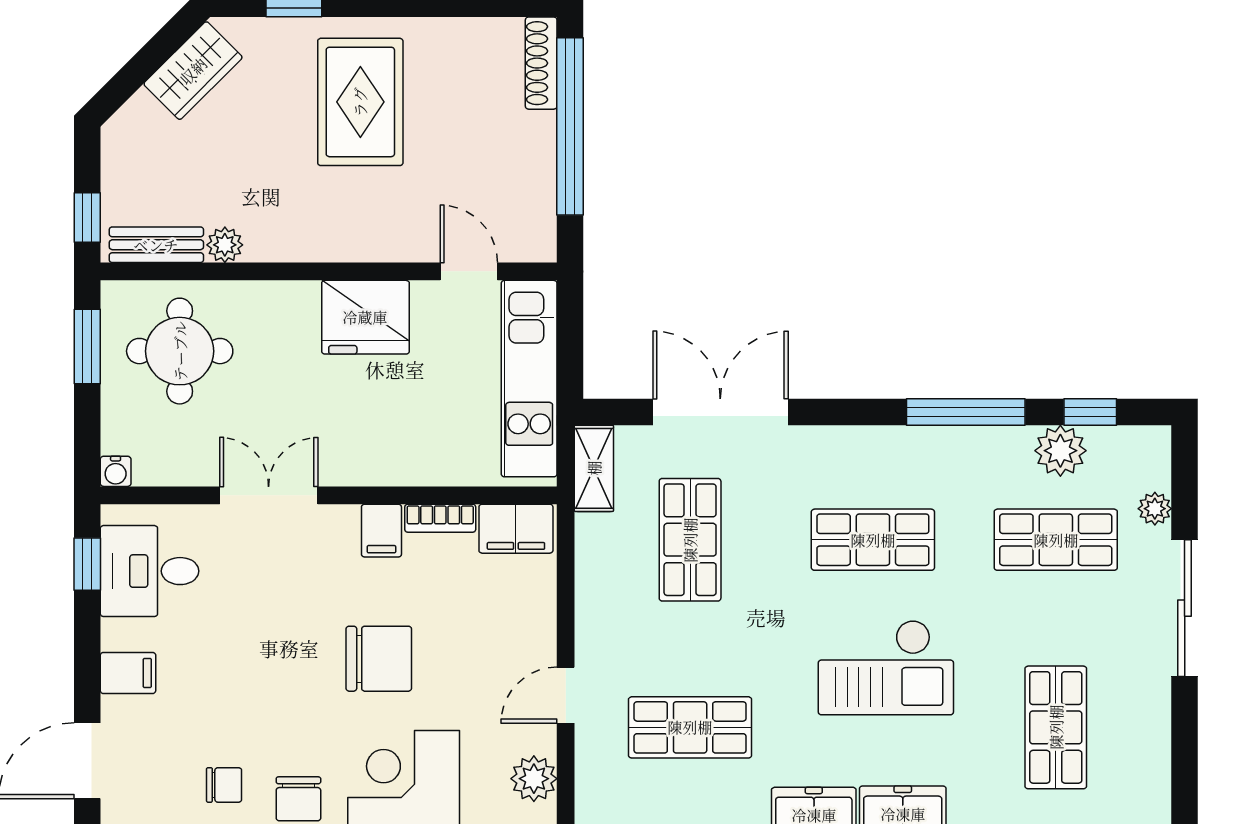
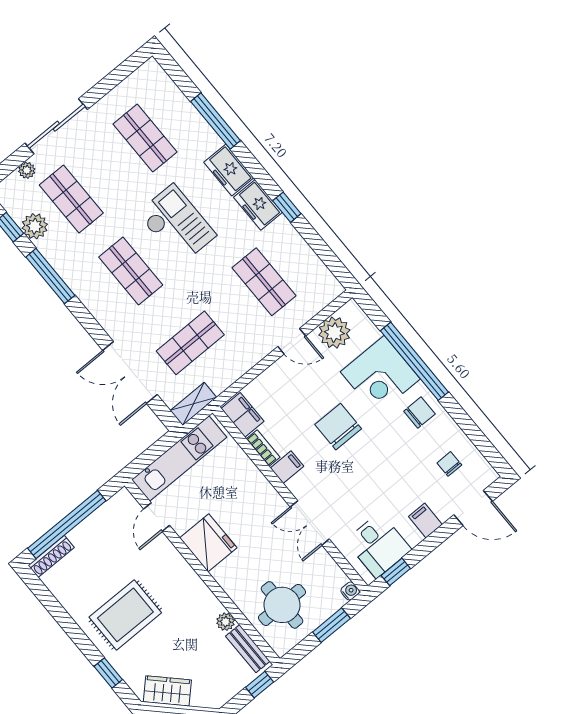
window: (87, 347) -> (331, 625), moved
shop shelf: (1056, 727) -> (145, 138), turned 90
plant: (534, 779) -> (334, 333), width x1.36, depth x1.36
chair: (224, 785) -> (449, 464), moved

